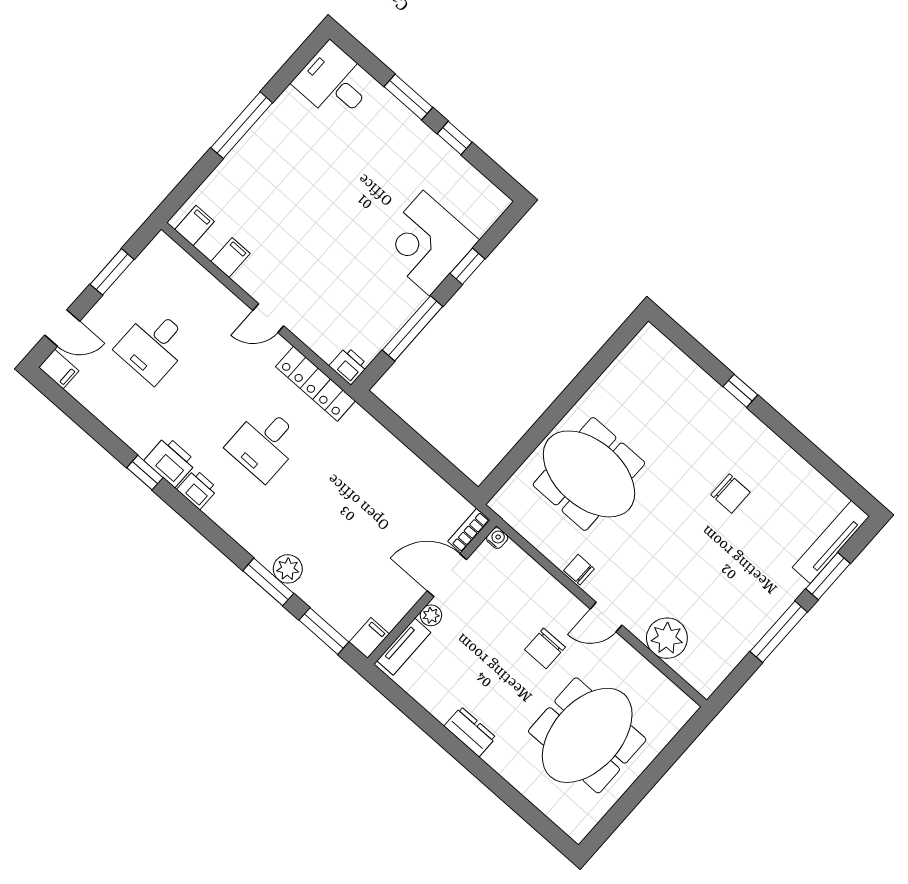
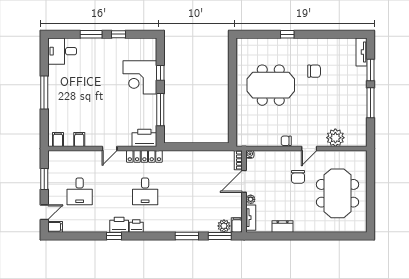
printer: (349, 366) -> (144, 138), width x1.87, depth x1.48
meeting table: (589, 474) -> (271, 85), moved
tv unit: (831, 542) -> (362, 52), width x0.71
plant: (288, 569) -> (224, 226), moved
dresser: (470, 732) -> (283, 226), moved

